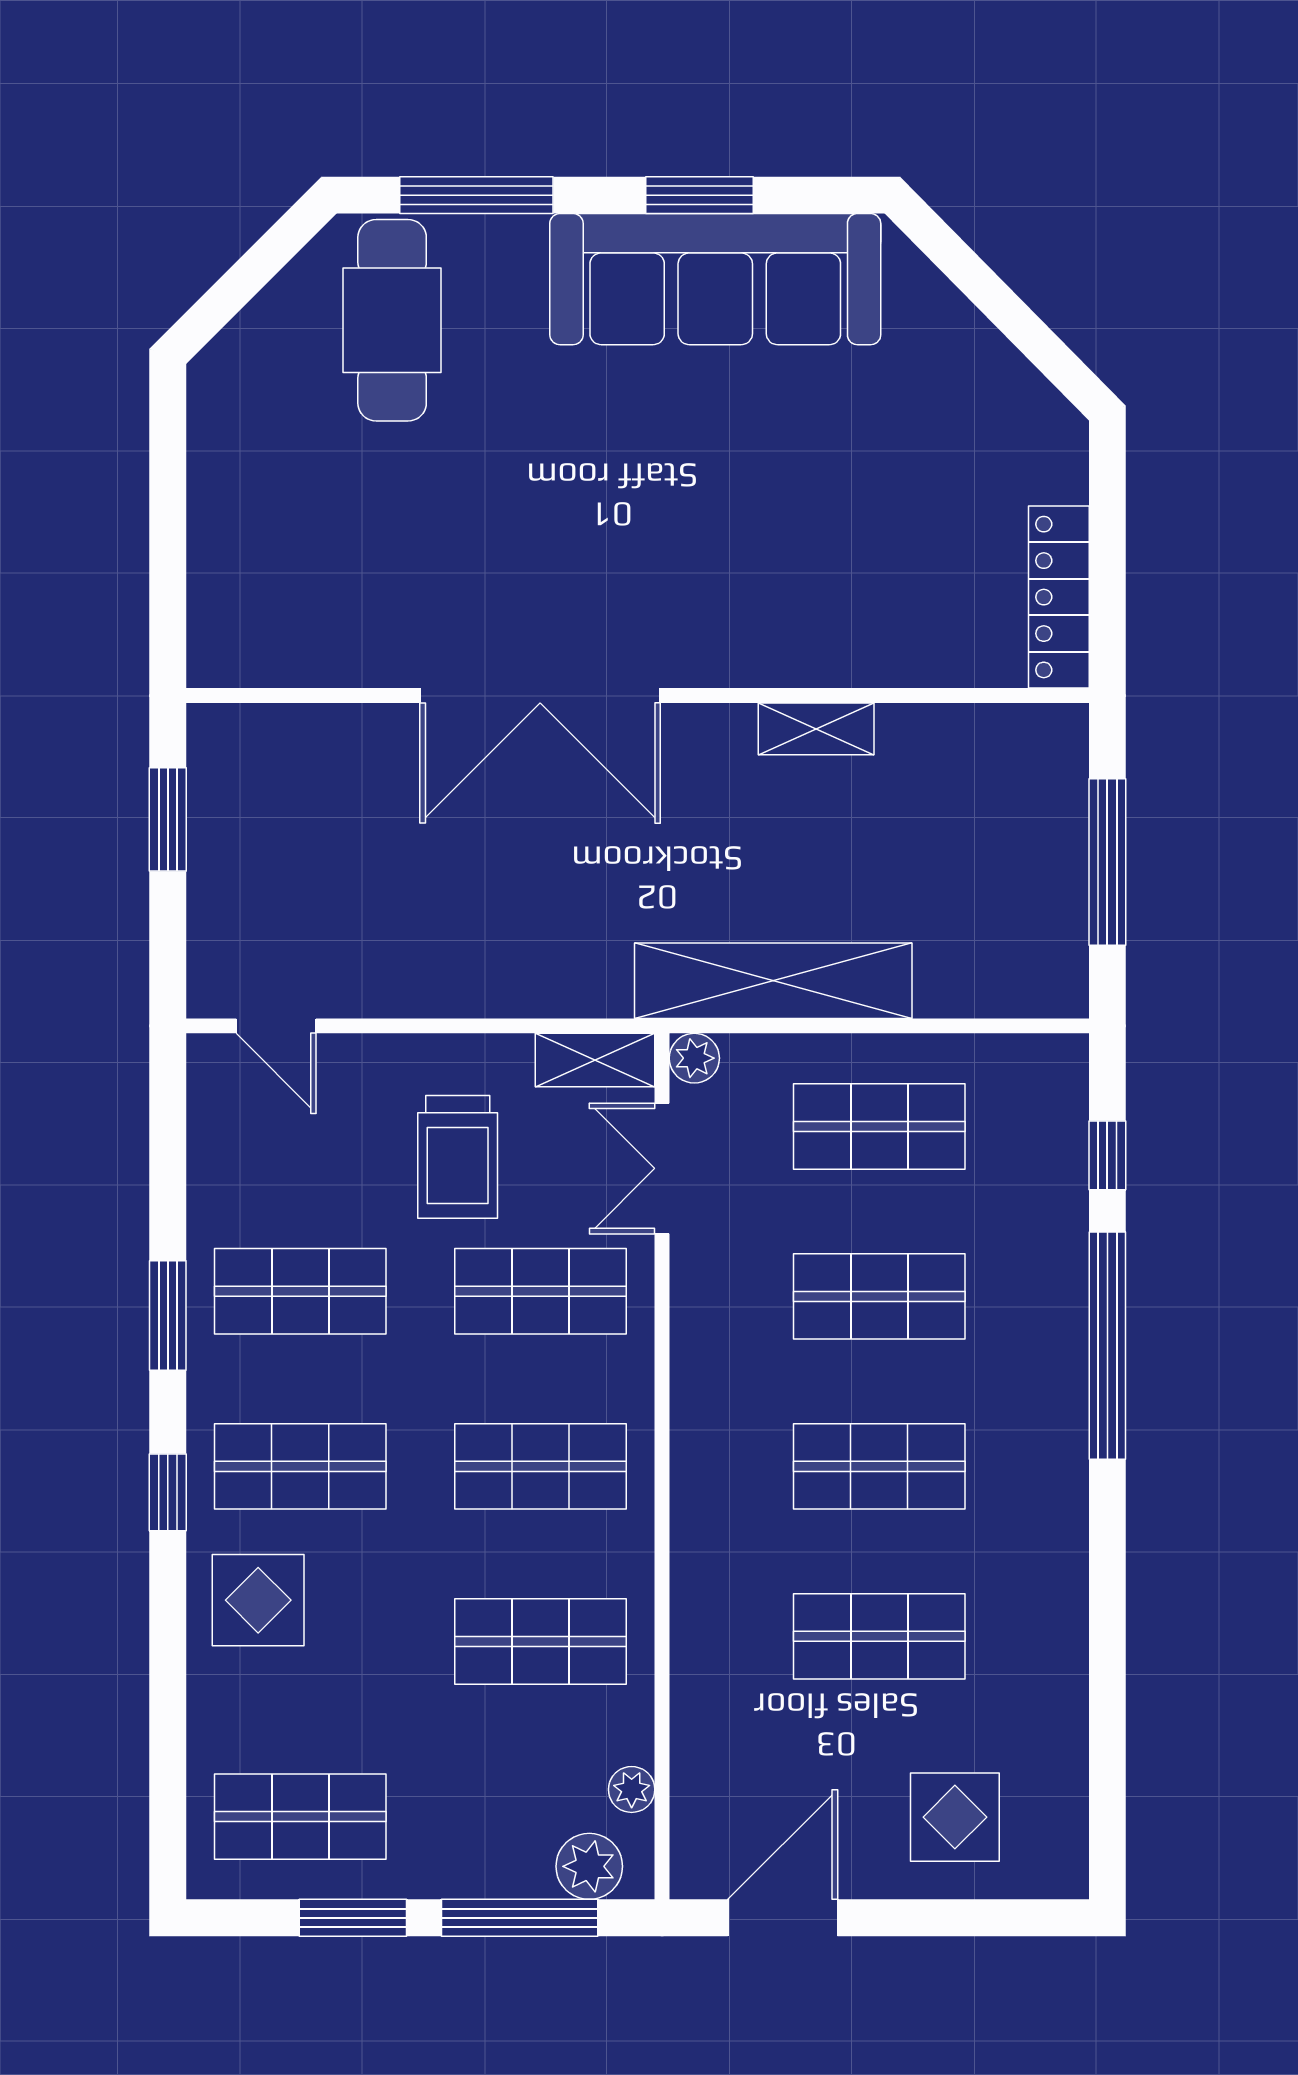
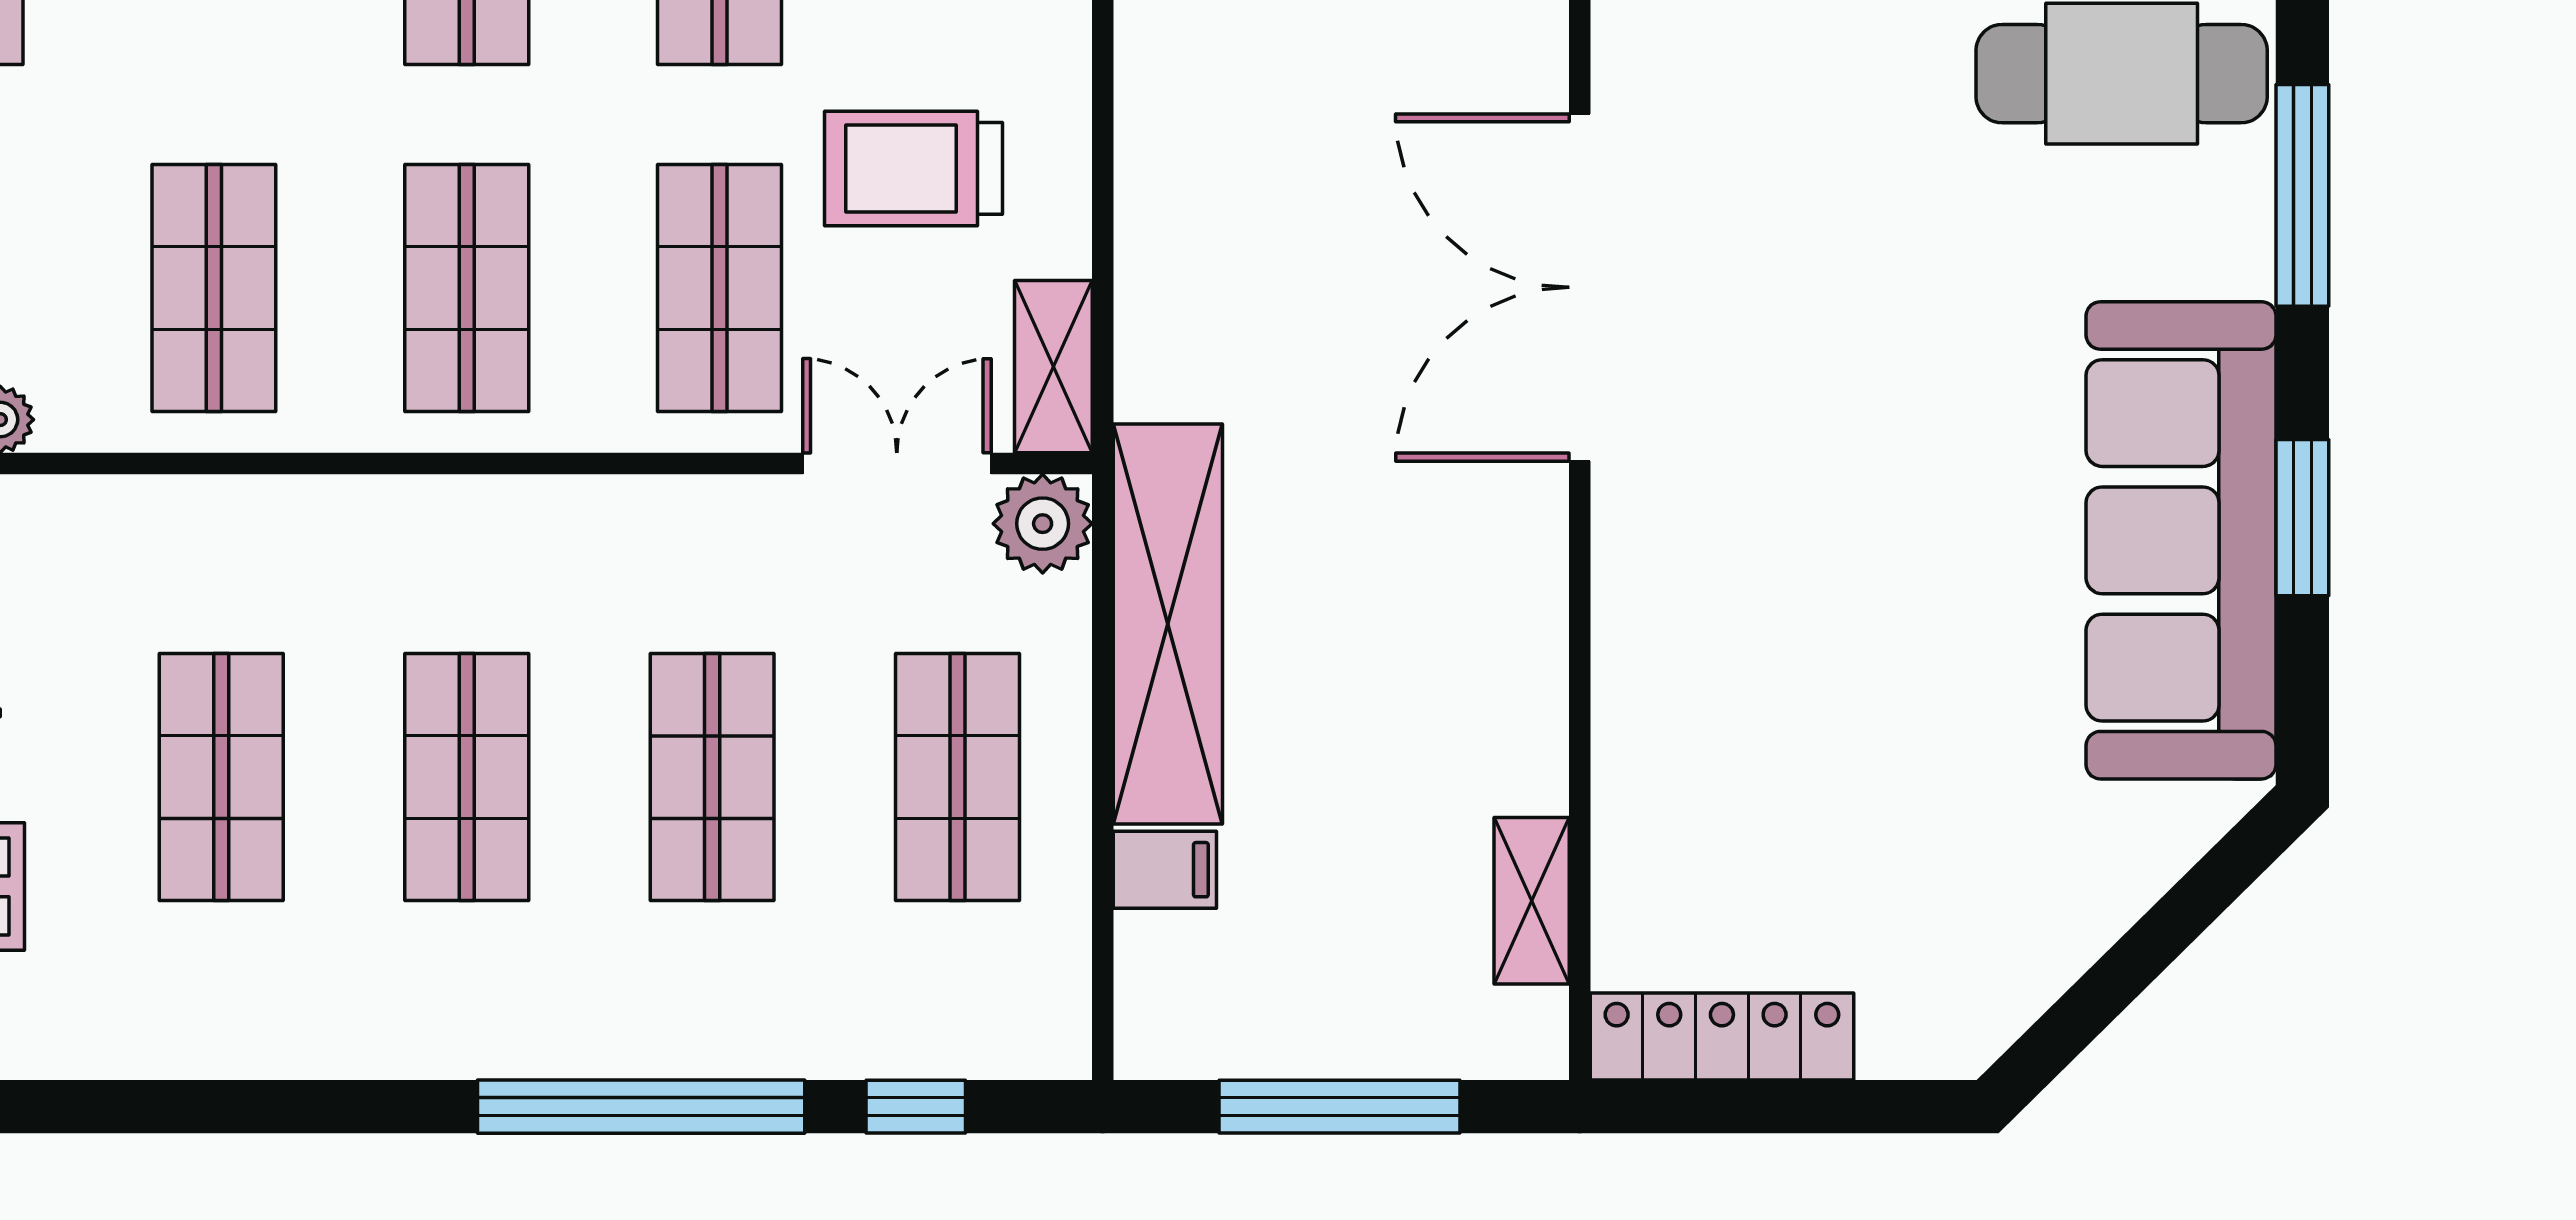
shelving: (816, 729) -> (1532, 901), moved
filing cabinet: (943, 983) -> (1165, 870), added
plant: (694, 1058) -> (1043, 524), width x1.38, depth x1.38

